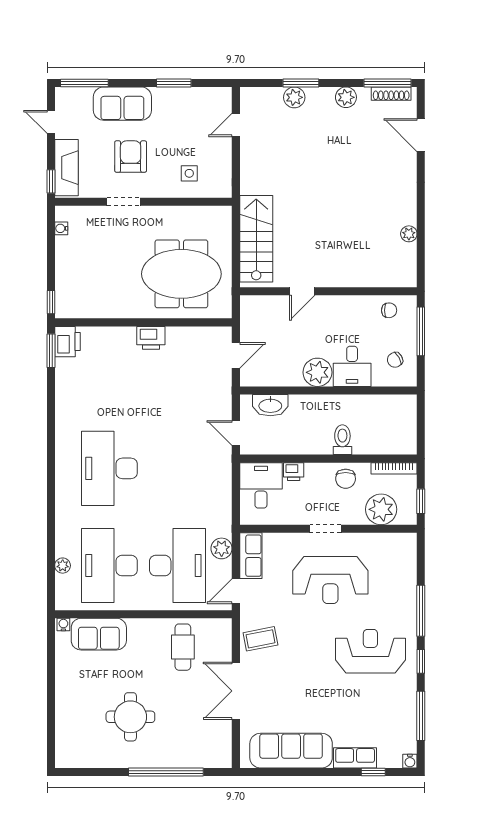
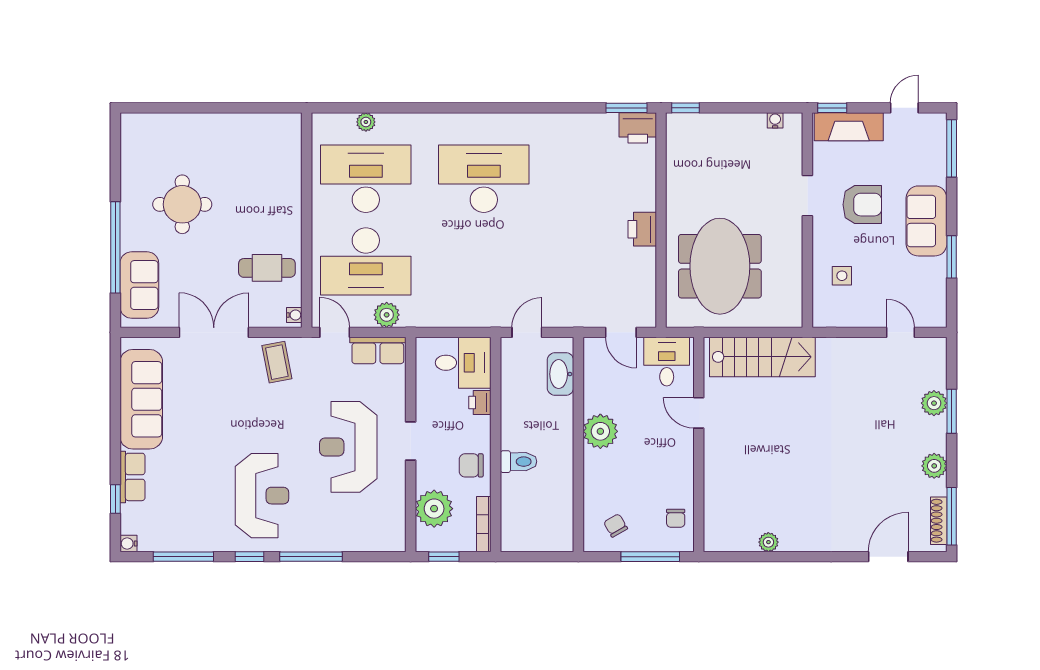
sofa: (122, 104) -> (927, 221), moved
desk: (352, 366) -> (667, 362), moved, turned 90
water cooler: (63, 625) -> (294, 315), moved
sofa: (99, 634) -> (139, 285), moved, turned 180

